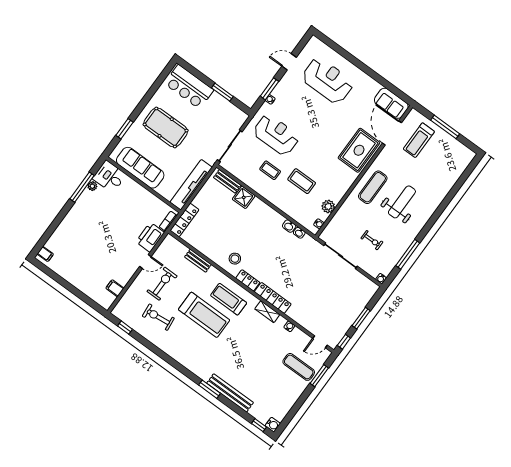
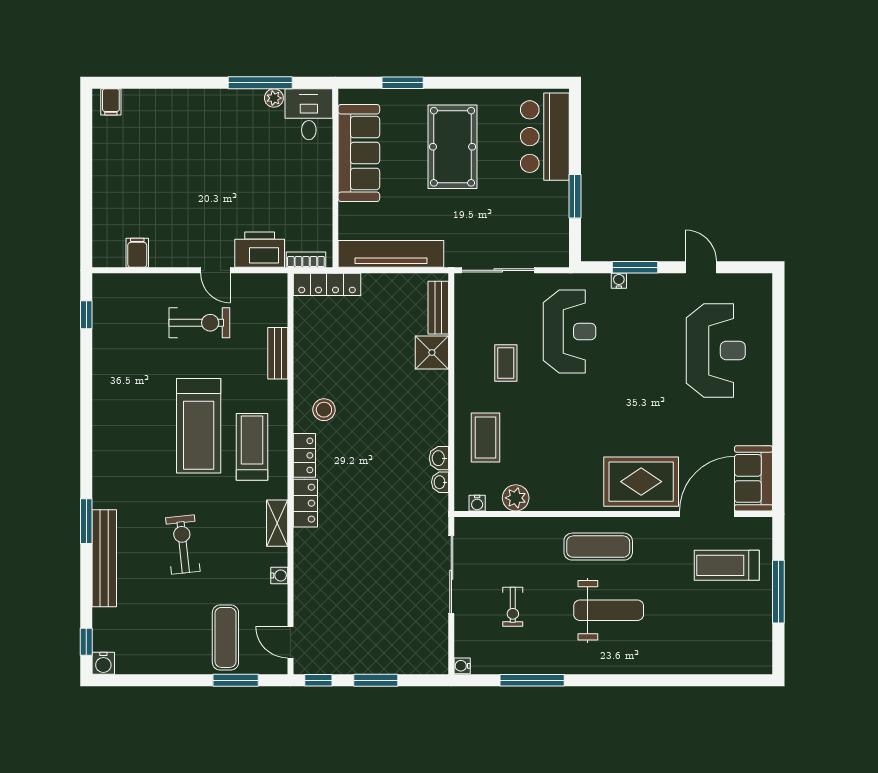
coffee table: (302, 181) -> (486, 438), moved
locker: (273, 298) -> (305, 503), width x0.66
exercise bike: (158, 317) -> (183, 545), moved

